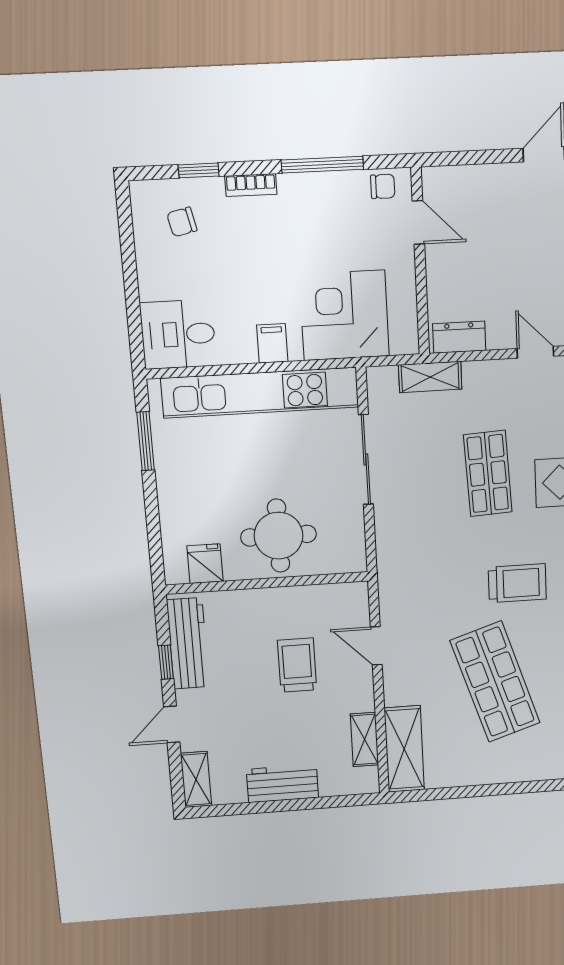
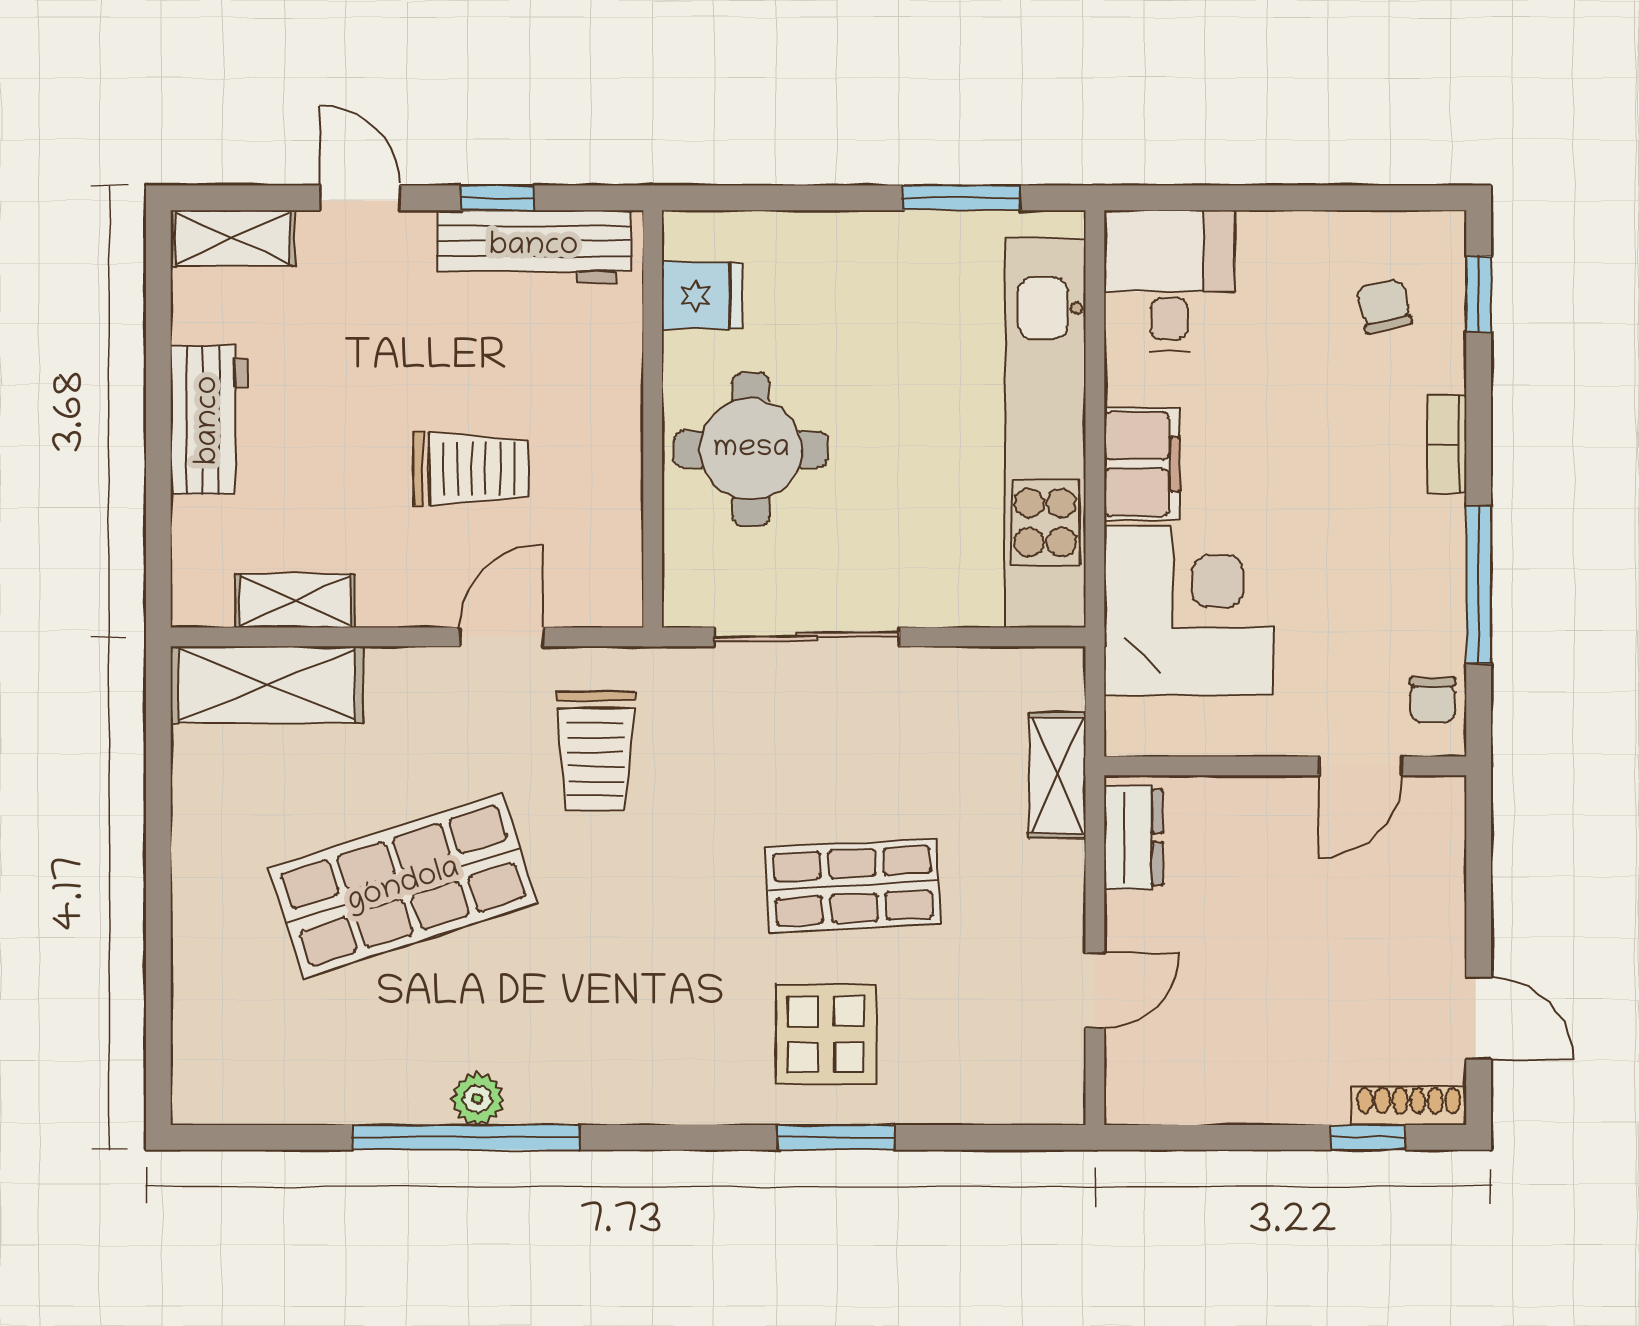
window: (199, 170) -> (1479, 294), moved
filing cabinet: (272, 343) -> (1142, 464), width x2.00
sliding door: (366, 460) -> (807, 637), moved
trolley: (517, 583) -> (596, 751), moved

